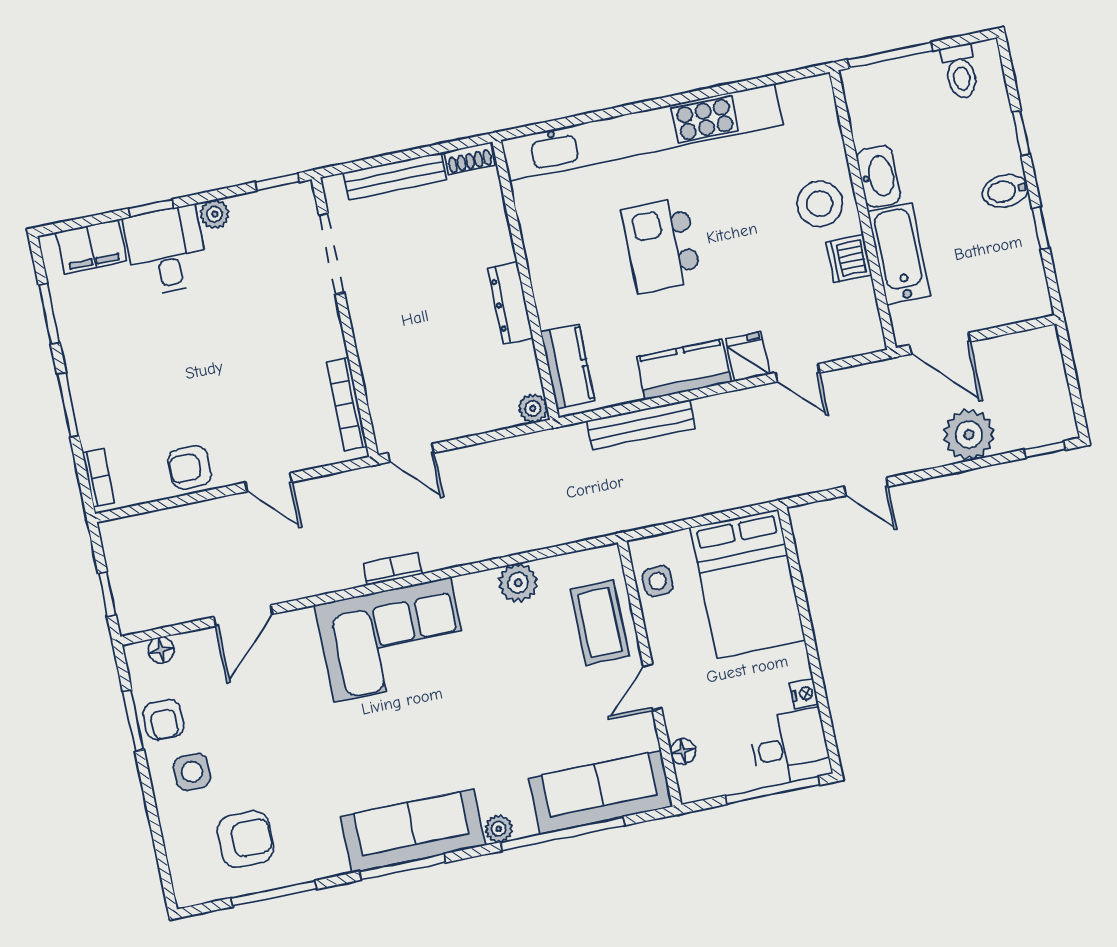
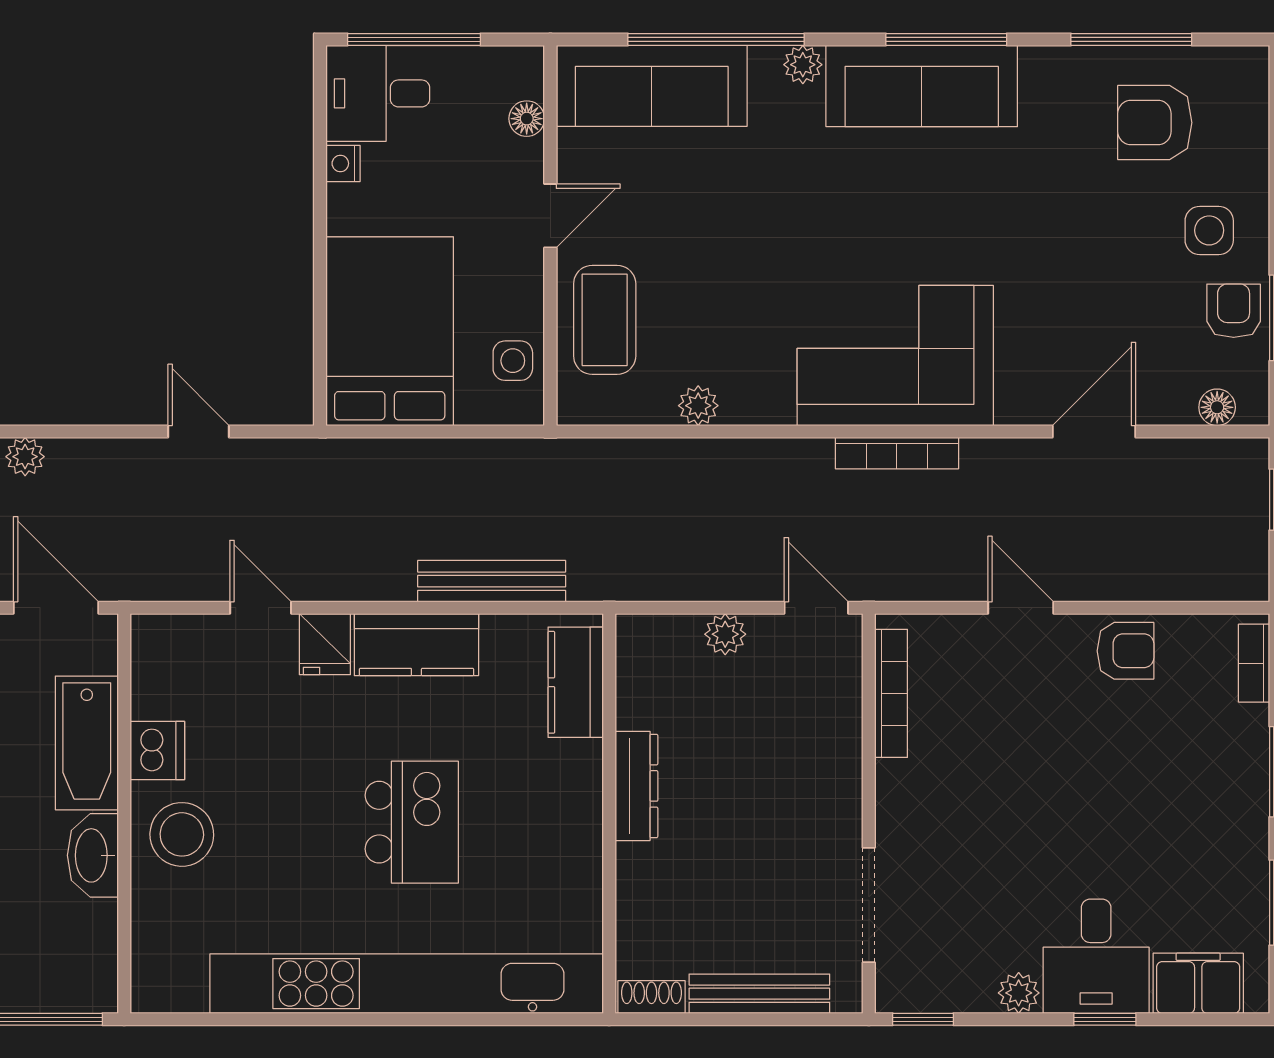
plant: (533, 408) -> (725, 634), moved
plant: (969, 435) -> (25, 457), width x0.53, depth x0.53
bookcase: (393, 569) -> (897, 453), width x1.56
plant: (518, 583) -> (698, 406), width x0.73, depth x0.73

